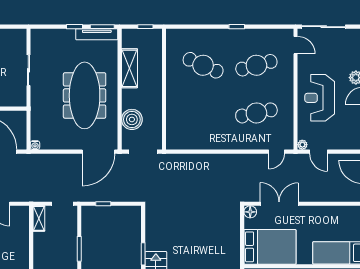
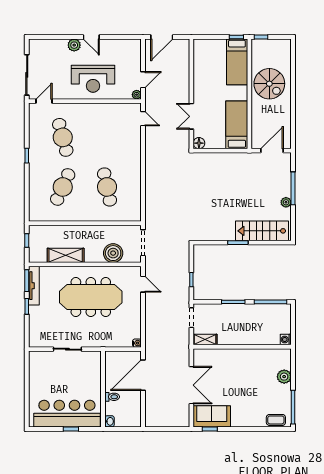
cafe table: (256, 113) -> (107, 187), moved
door: (98, 152) -> (143, 284), width x0.53
double door: (279, 204) -> (191, 116), width x0.73
bed: (270, 247) -> (237, 125), width x0.67

